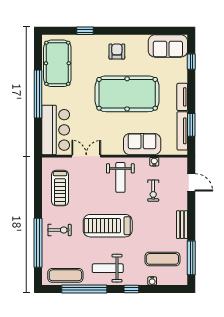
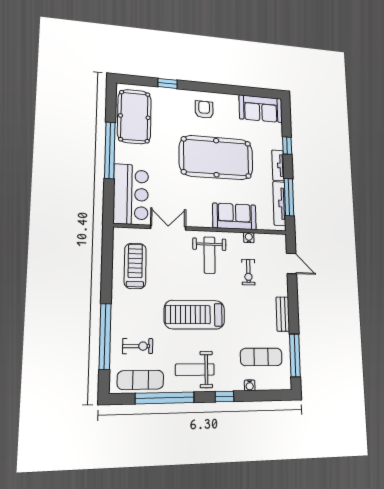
window: (191, 62) -> (287, 146), moved
window: (191, 125) -> (289, 197), width x1.44
treadmill: (60, 188) -> (135, 266), turned 180
exercise bike: (60, 230) -> (138, 346), moved

